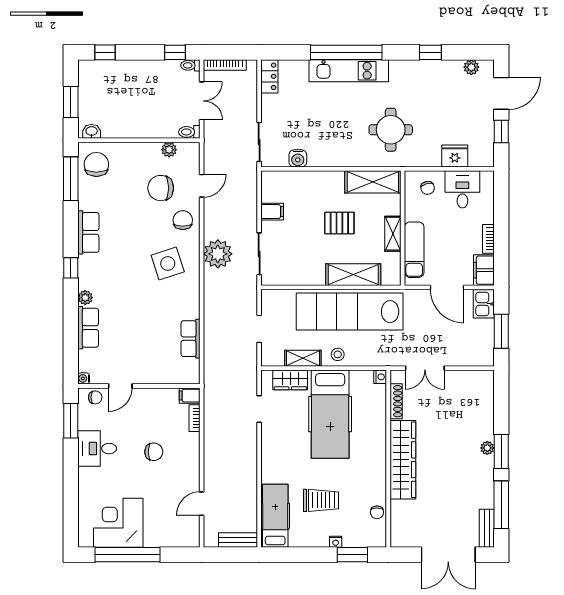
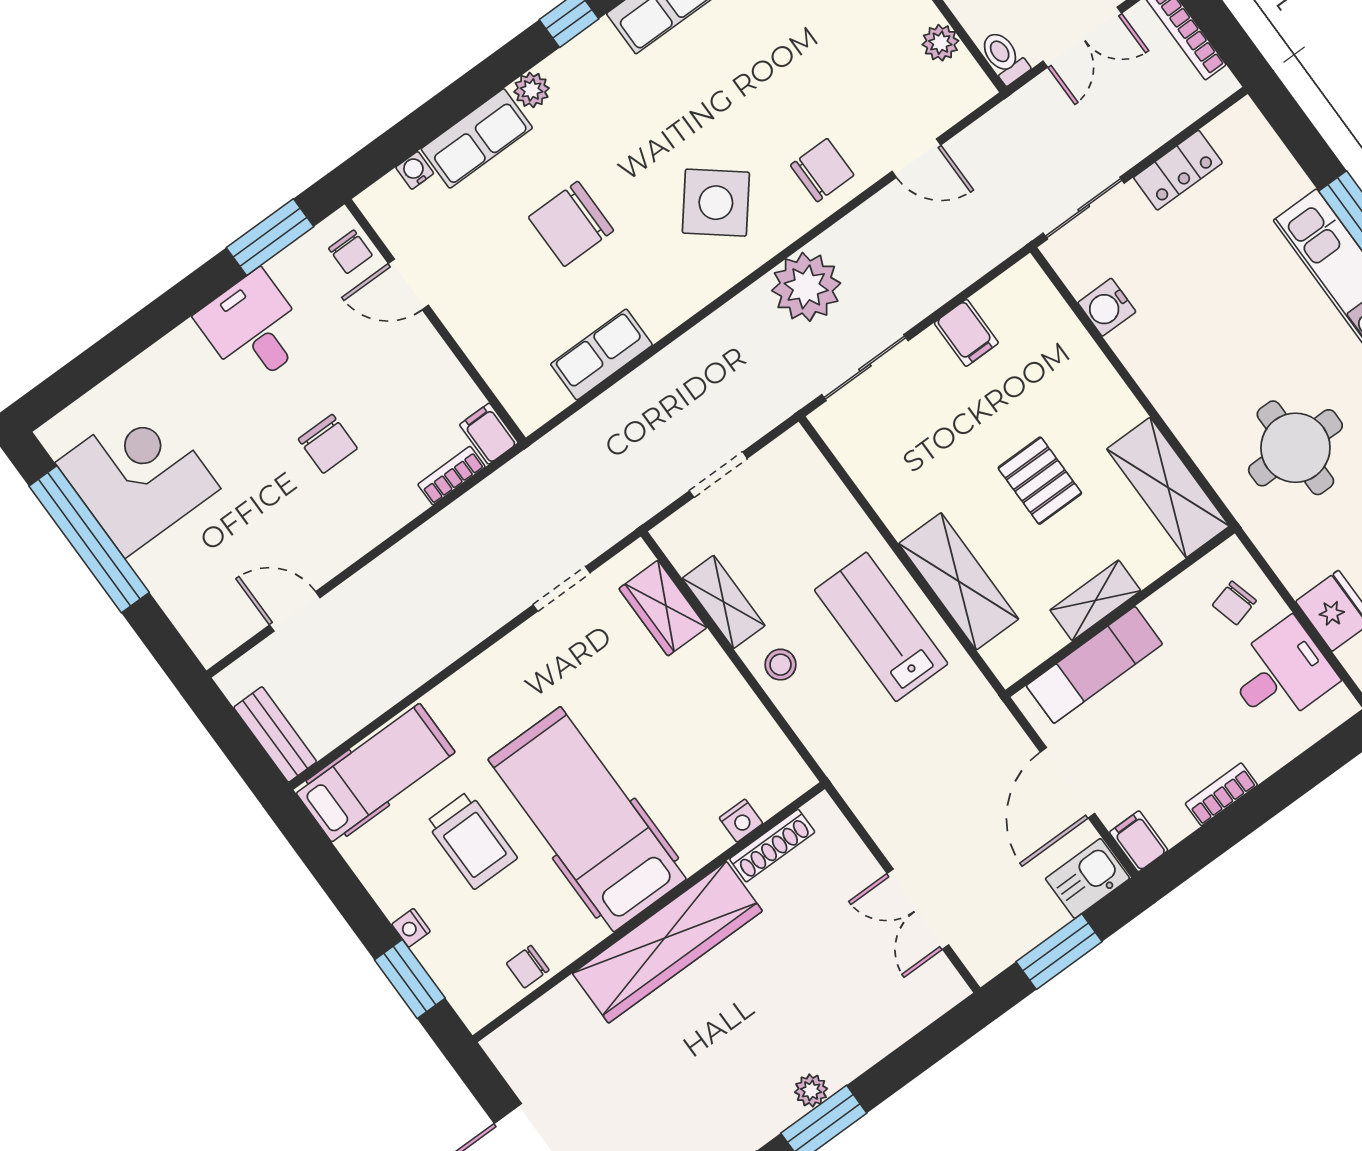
locker: (269, 76) -> (1178, 170), moved
chair: (161, 188) -> (571, 224), moved, turned -90
side table: (168, 263) -> (716, 203), turned -33
filing cabinet: (484, 270) -> (1139, 841), width x0.50
lab bench: (350, 312) -> (881, 627), width x0.54, depth x0.72
double door: (425, 368) -> (918, 909), moved
nightstand: (380, 377) -> (741, 821), moved
water cooler: (84, 378) -> (415, 170), moved
hospital bed: (330, 414) -> (587, 819), moved, turned 90

